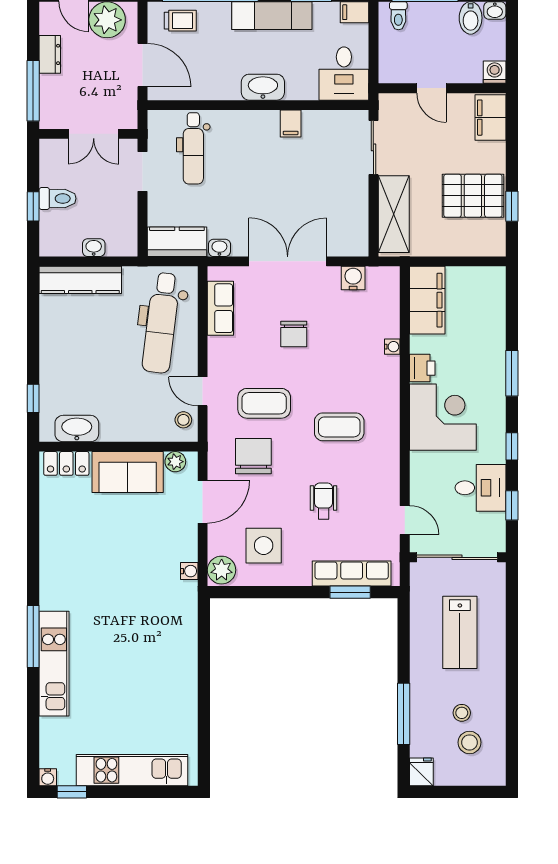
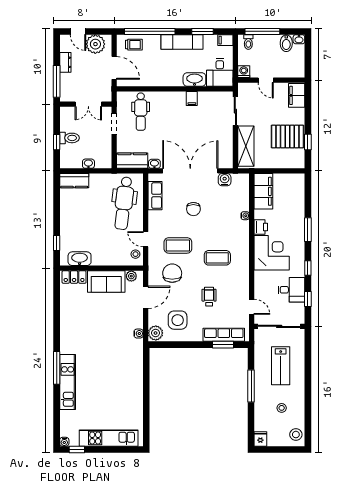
washing machine: (495, 72) -> (244, 72), moved
washbasin: (263, 87) -> (194, 79), moved
double door: (288, 261) -> (190, 171), width x1.36
kitchen counter: (80, 280) -> (74, 181), width x0.67
window: (404, 714) -> (251, 386), moved
stool: (470, 742) -> (296, 435), moved

